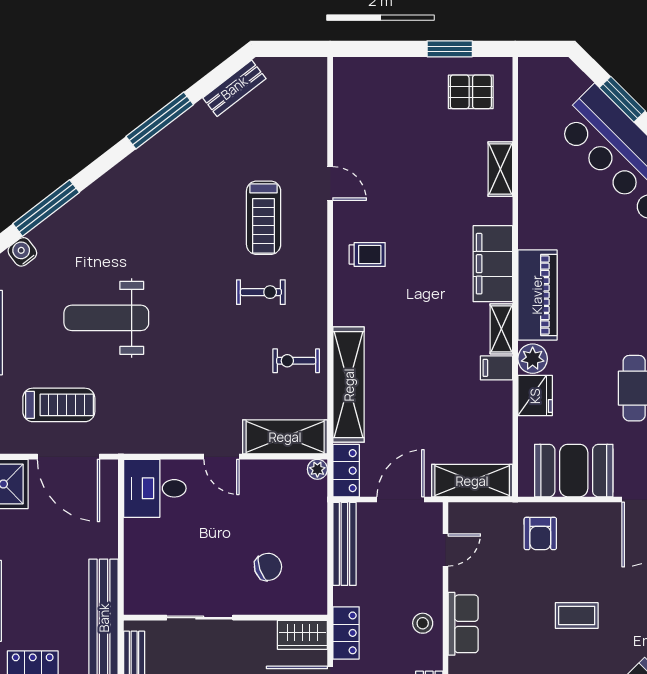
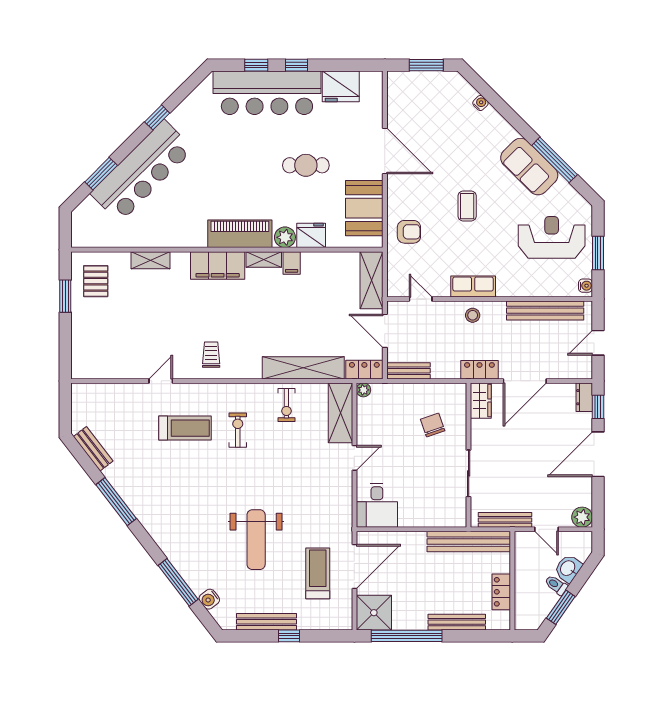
bench: (344, 544) -> (408, 371), width x0.73

